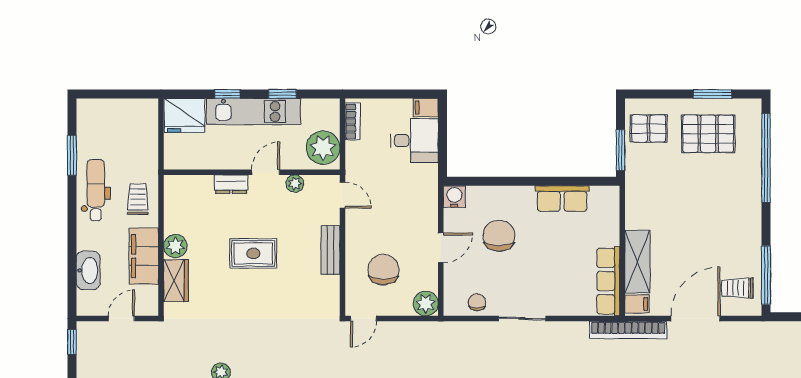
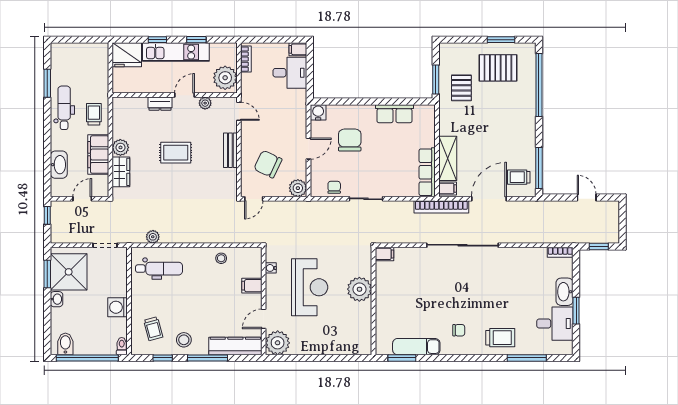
pallet: (649, 129) -> (461, 88), moved, turned 90
chair: (383, 270) -> (268, 164), turned -65

